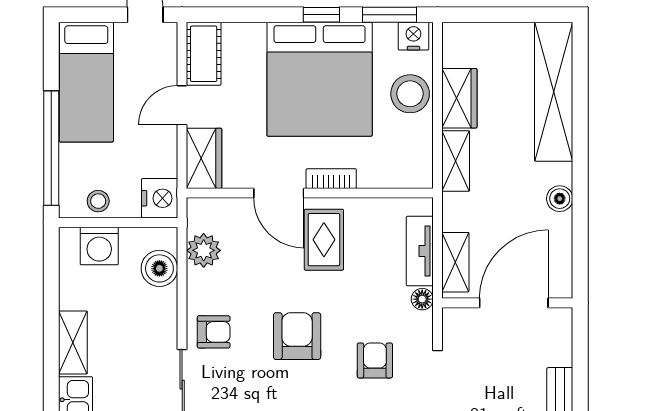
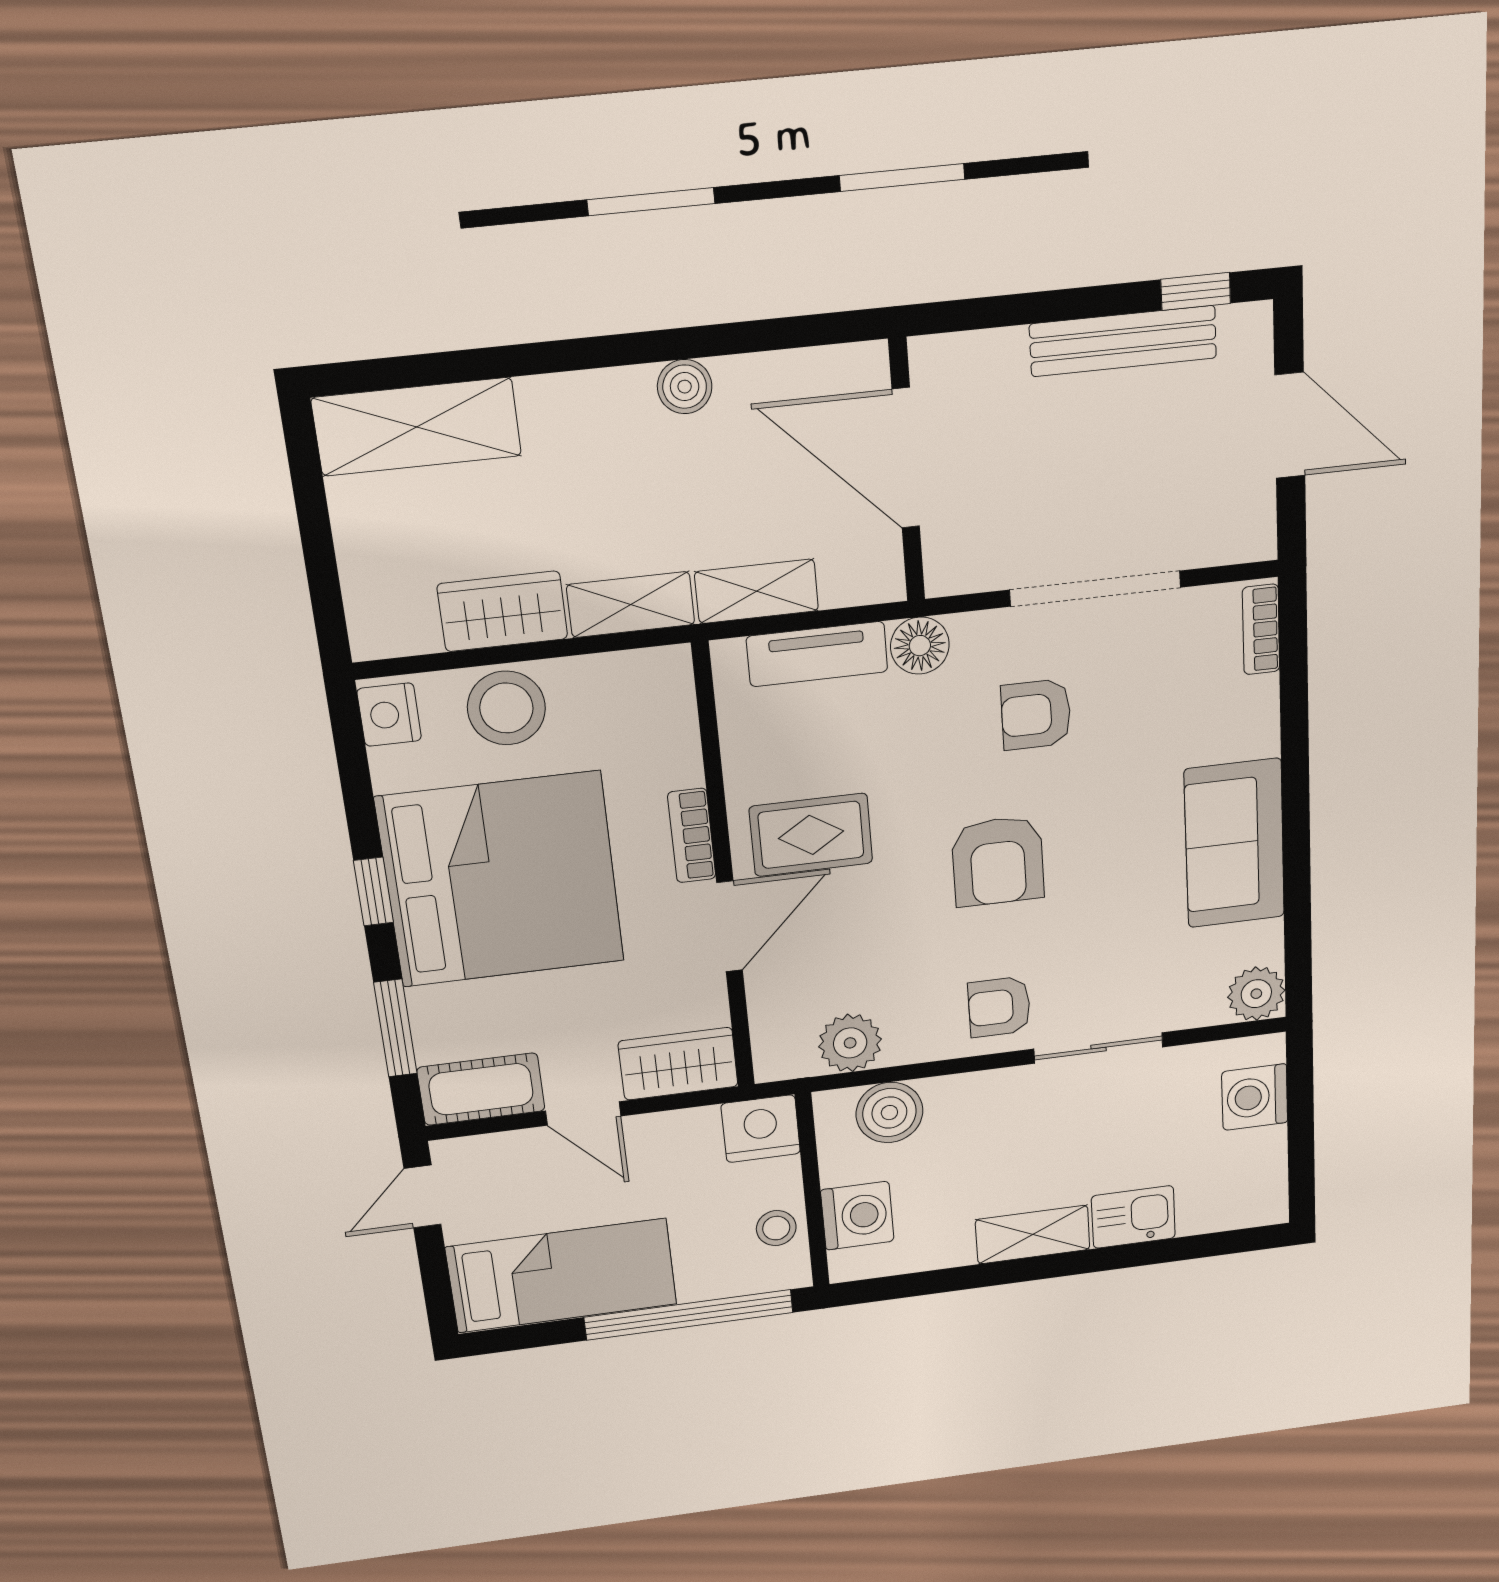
window: (389, 15) -> (395, 1028), moved
shelving: (554, 92) -> (417, 427), width x0.68
shelving: (455, 262) -> (757, 591), moved
floor lamp: (422, 299) -> (920, 646), width x1.37, depth x1.37
armchair: (214, 332) -> (999, 1007), turned -90
armchair: (297, 336) -> (998, 861), turned -90

